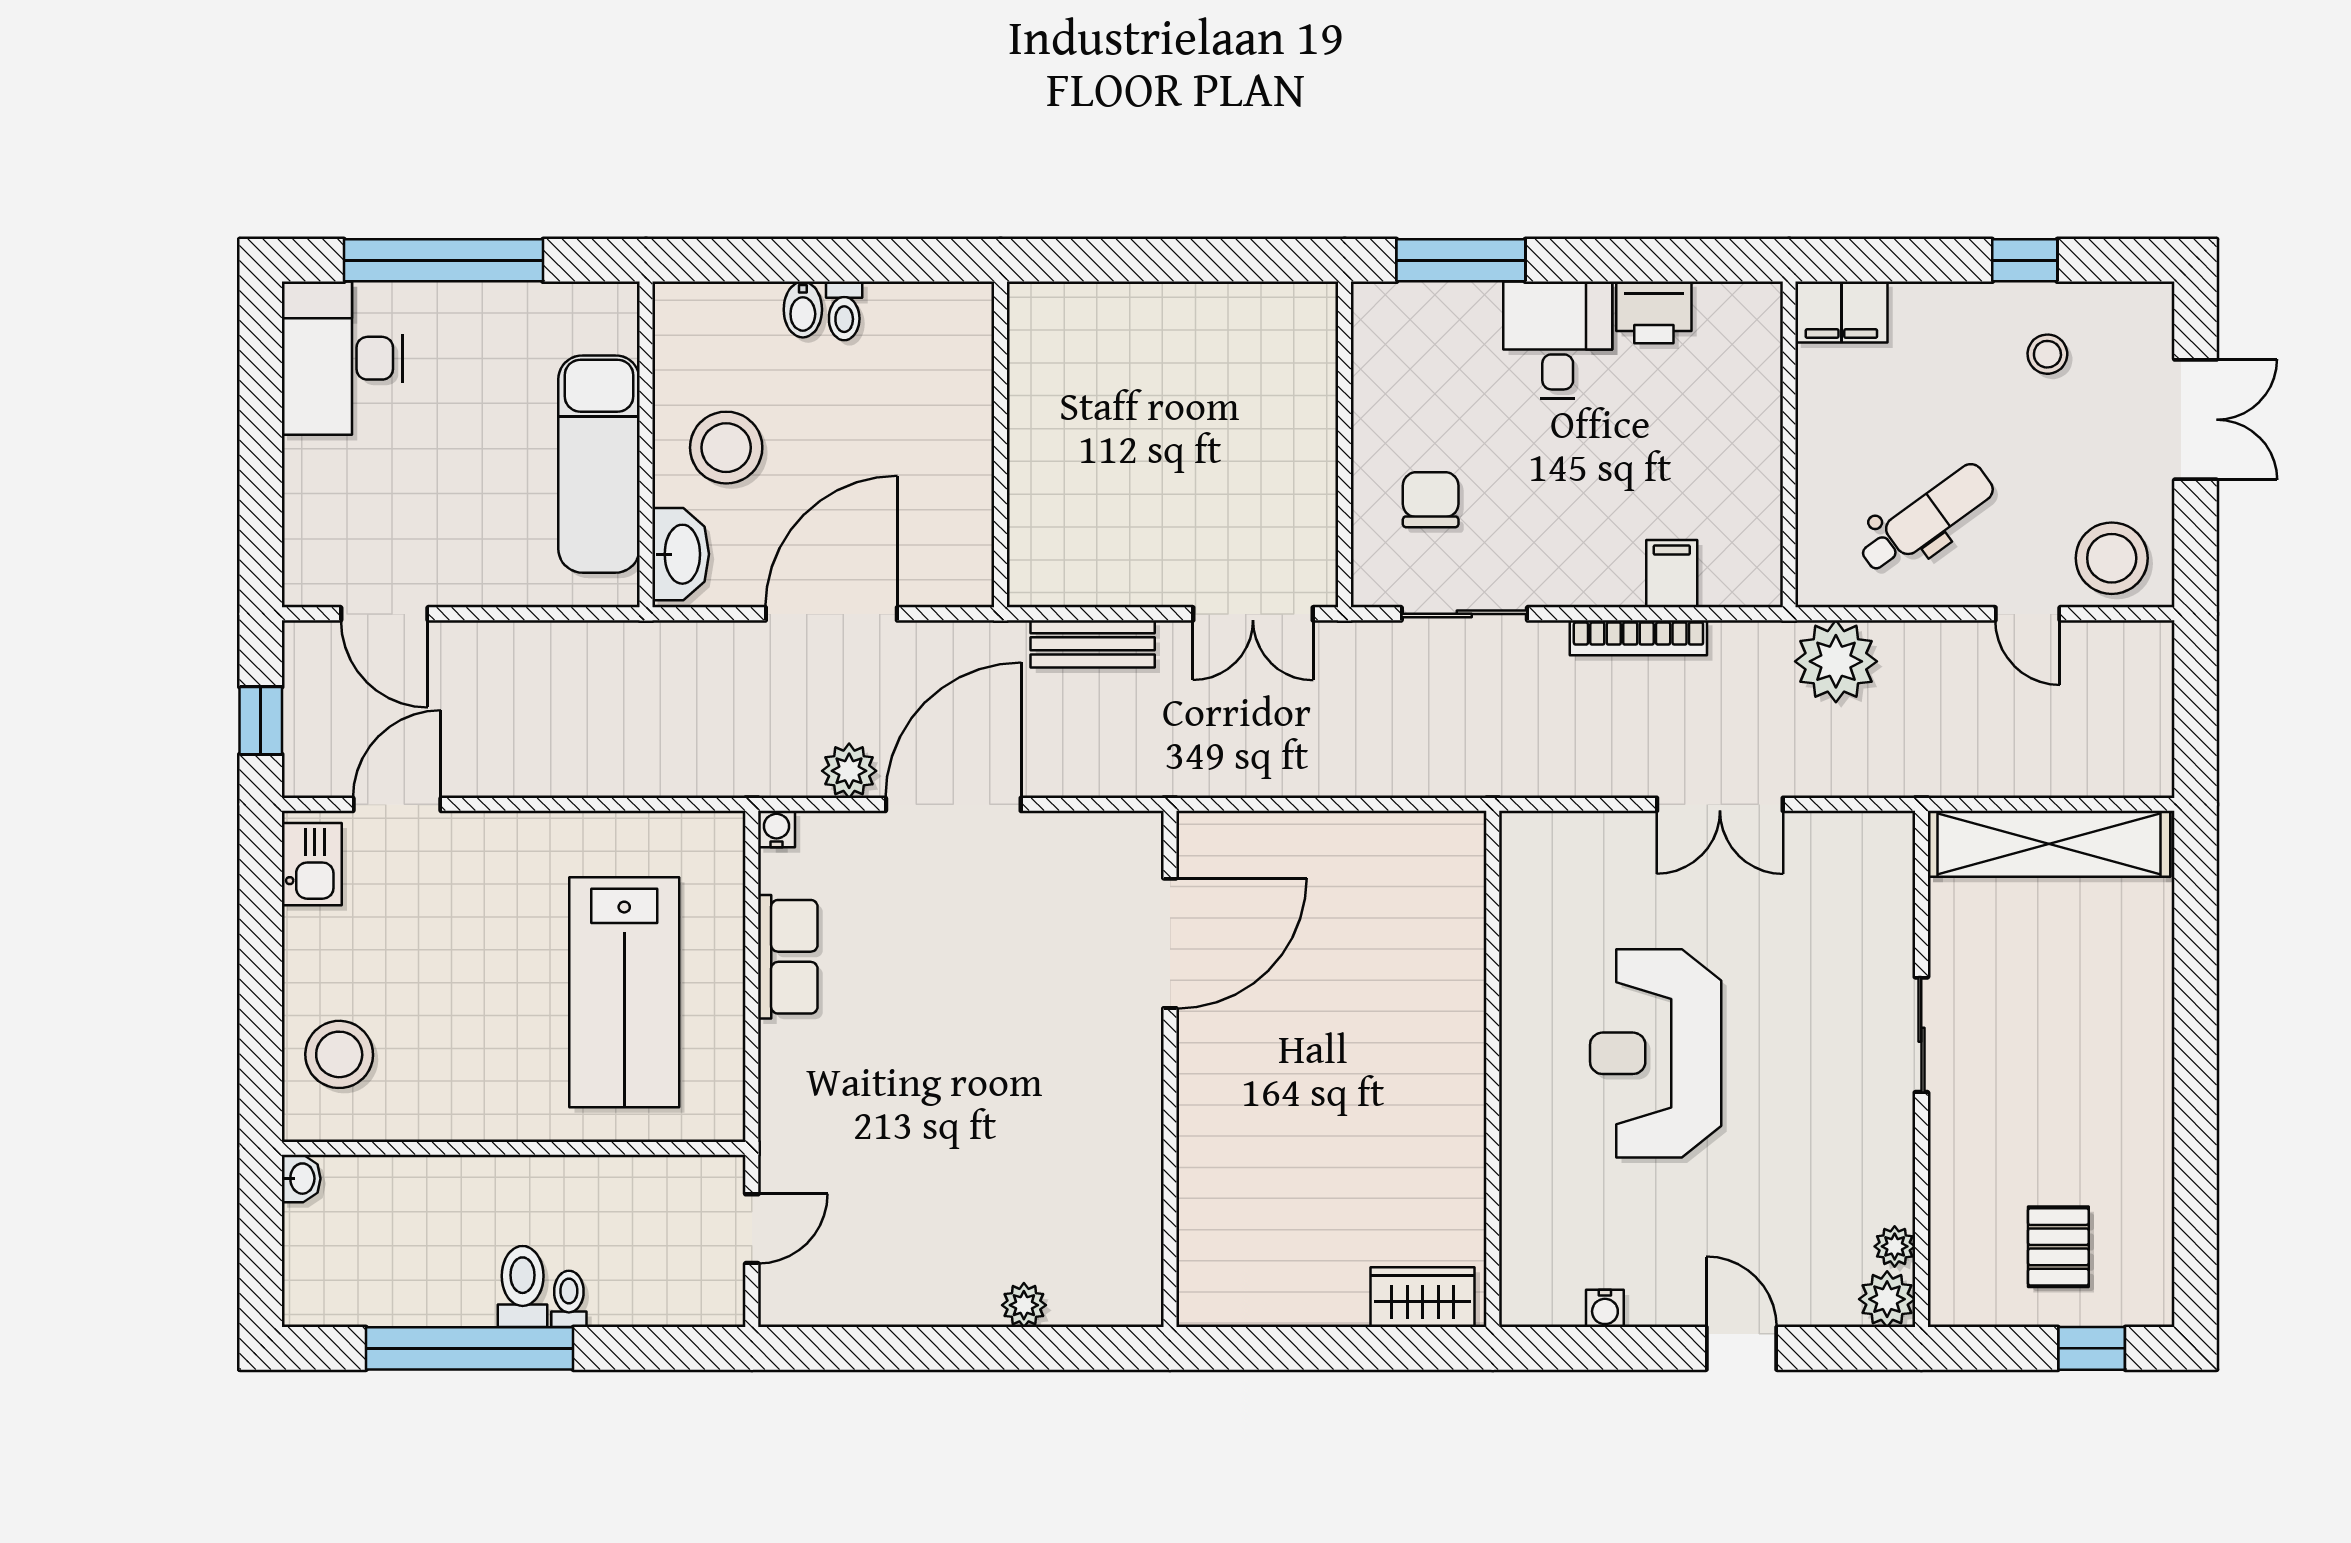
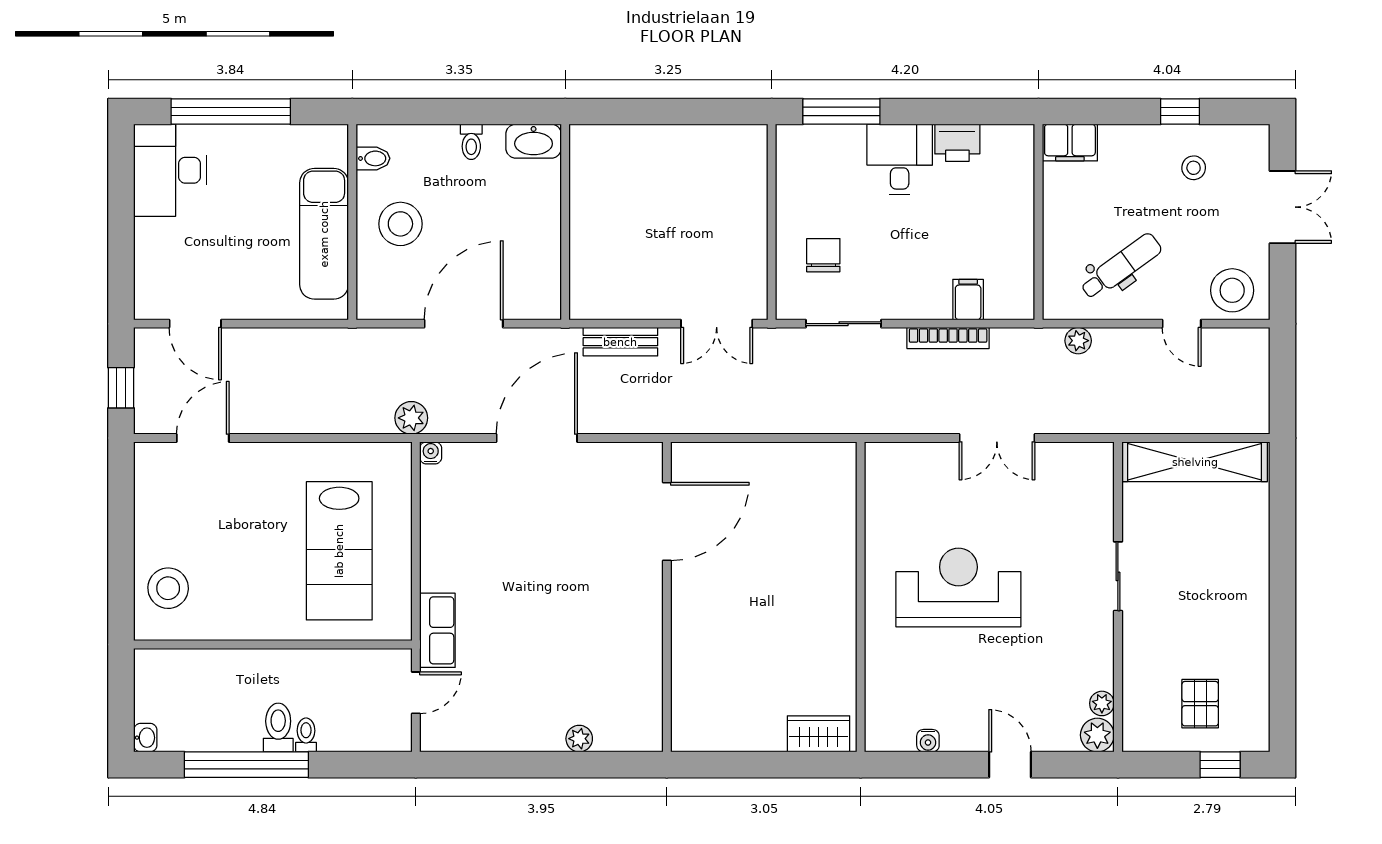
bidet: (803, 310) -> (373, 158), moved, turned -90
washbasin: (681, 554) -> (534, 141), moved, turned 90
plant: (1836, 661) -> (1078, 341), width x0.53, depth x0.53
plant: (849, 771) -> (411, 418), moved
kitchen sink: (312, 864) -> (152, 474), removed
row of seats: (788, 957) -> (437, 630), moved
reception desk: (1656, 1053) -> (958, 587), turned 90
washbasin: (301, 1179) -> (145, 738), moved

